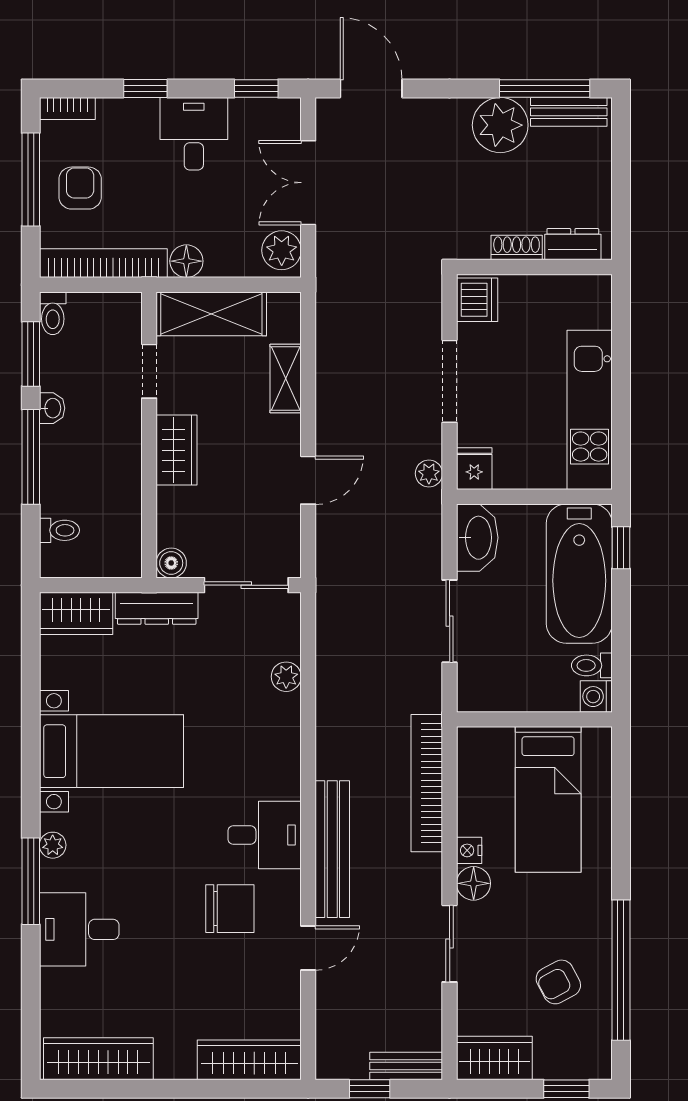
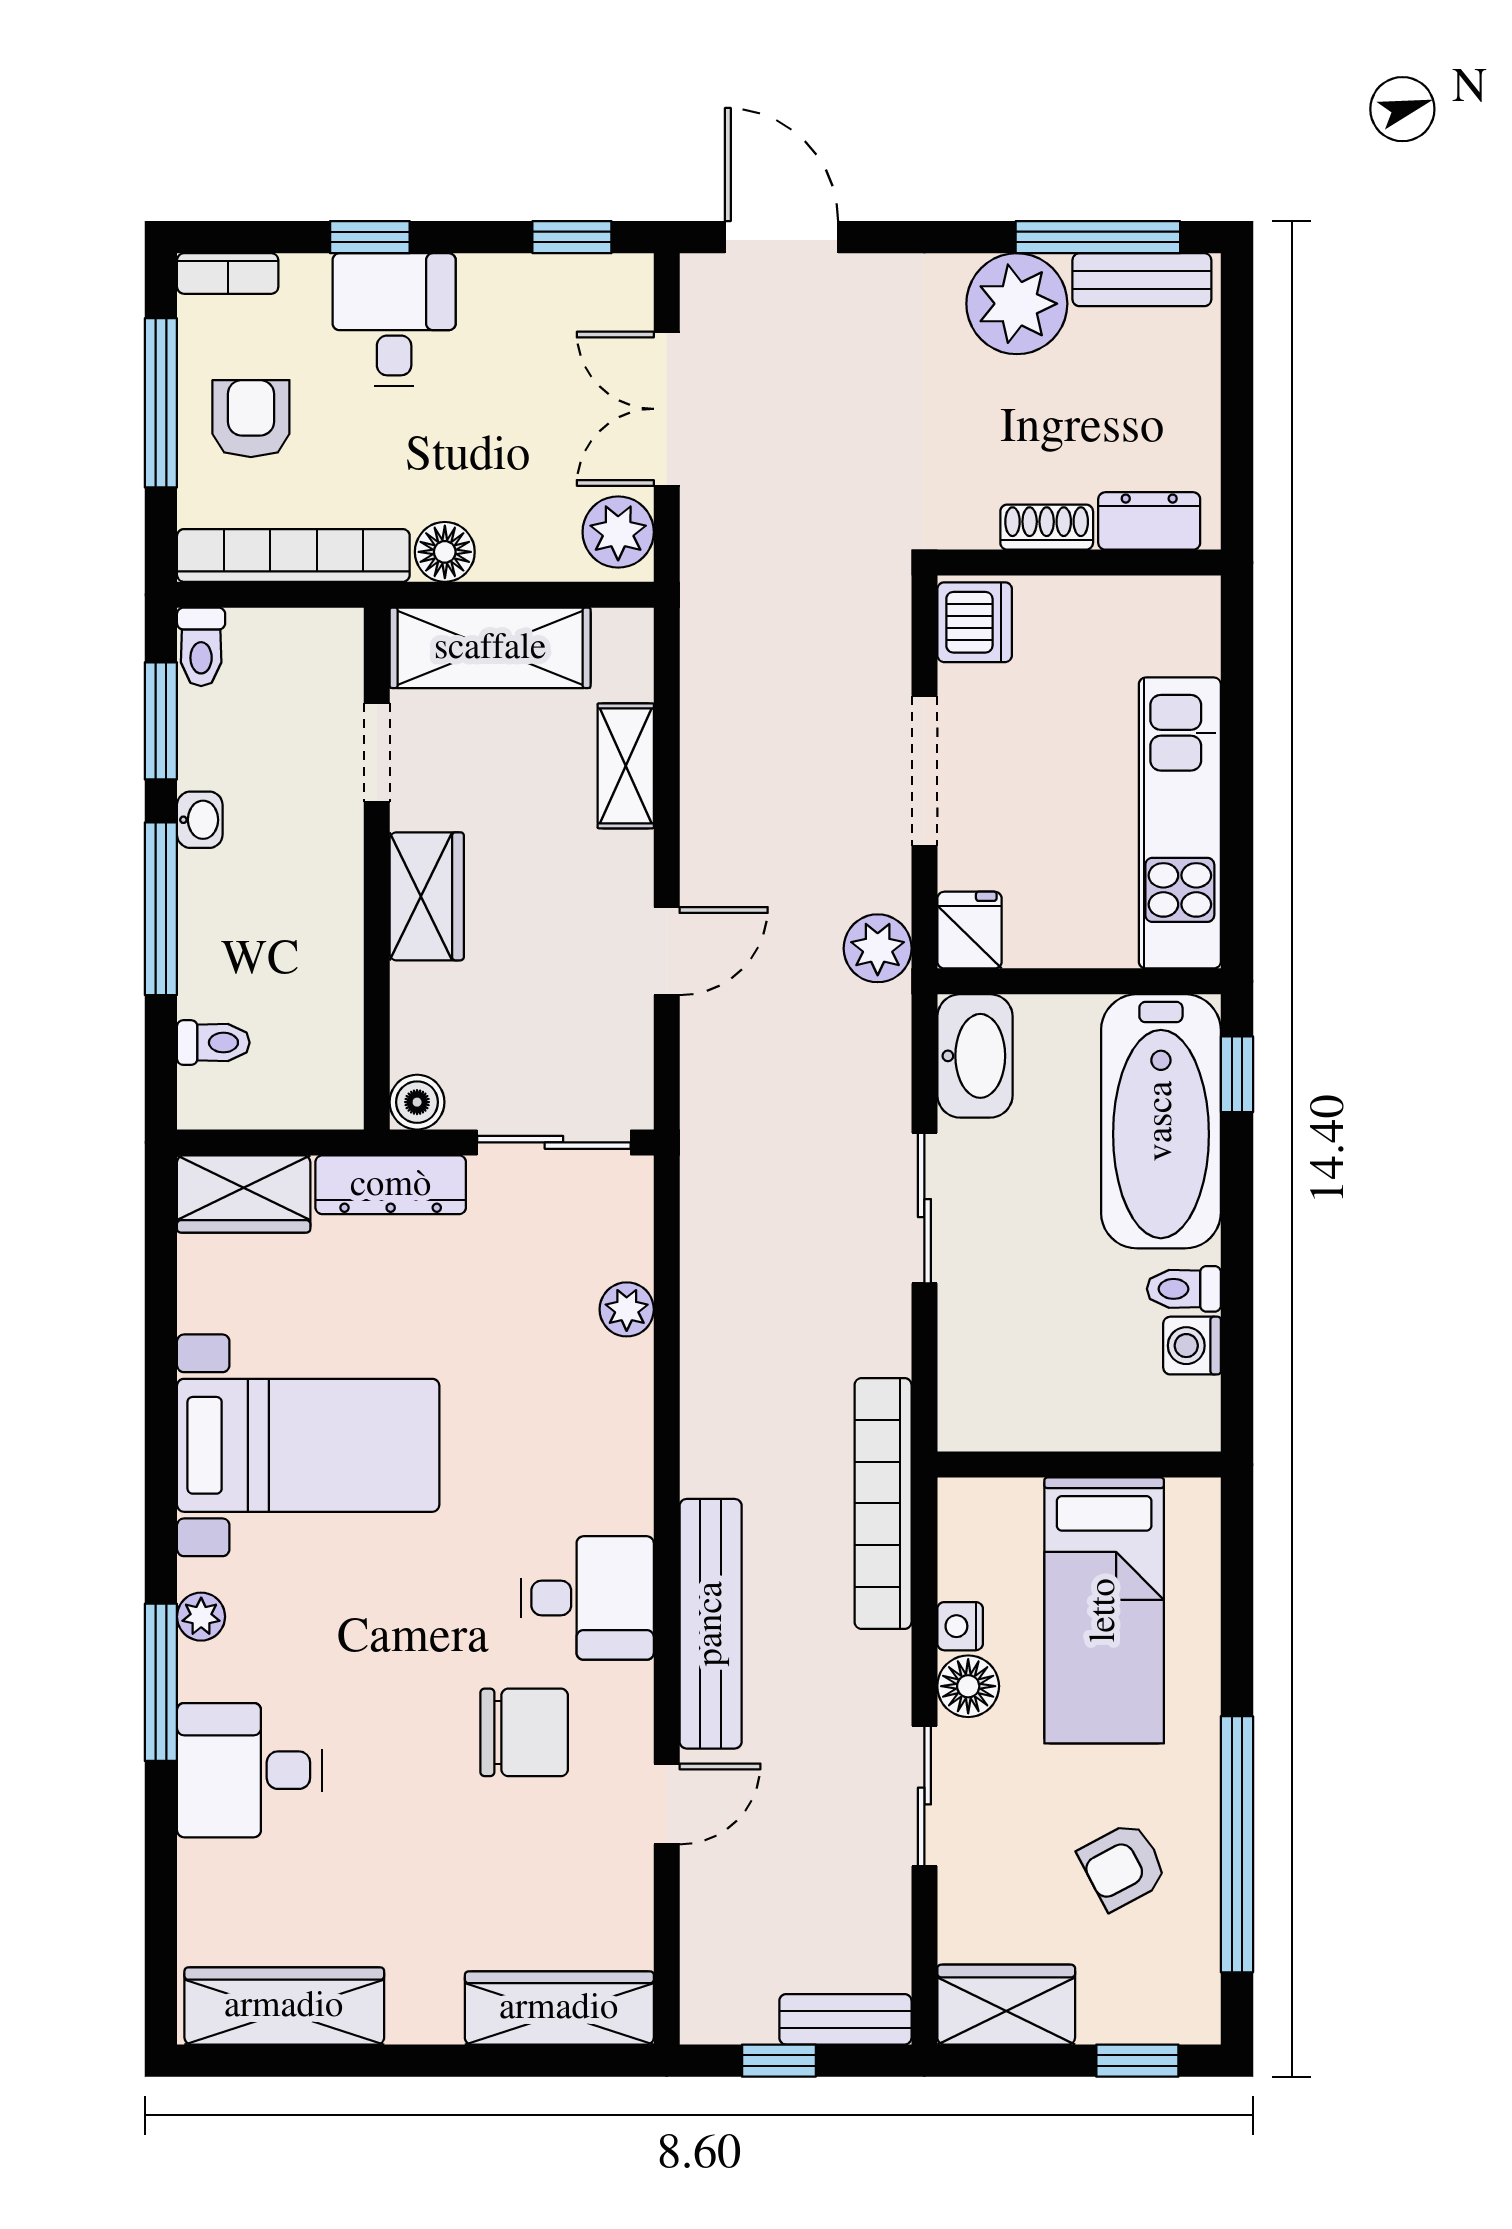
desk: (194, 134) -> (394, 320), moved
plant: (429, 474) -> (878, 948), width x1.38, depth x1.38
wall: (534, 719) -> (1079, 1465), moved
bed: (548, 799) -> (1104, 1610), moved

